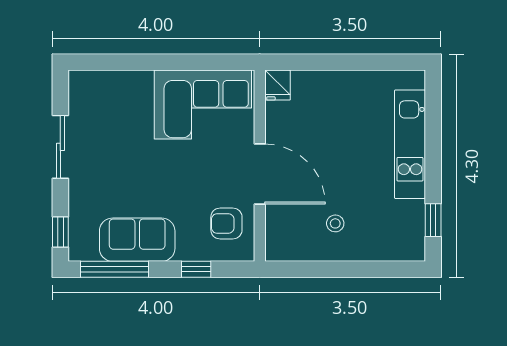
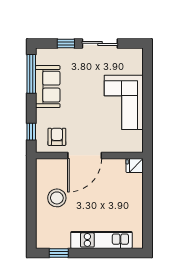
corner sofa: (203, 105) -> (124, 102), moved
stool: (335, 223) -> (57, 198), width x1.89, depth x1.89
window: (60, 232) -> (66, 43), moved
window: (196, 269) -> (31, 132), moved

